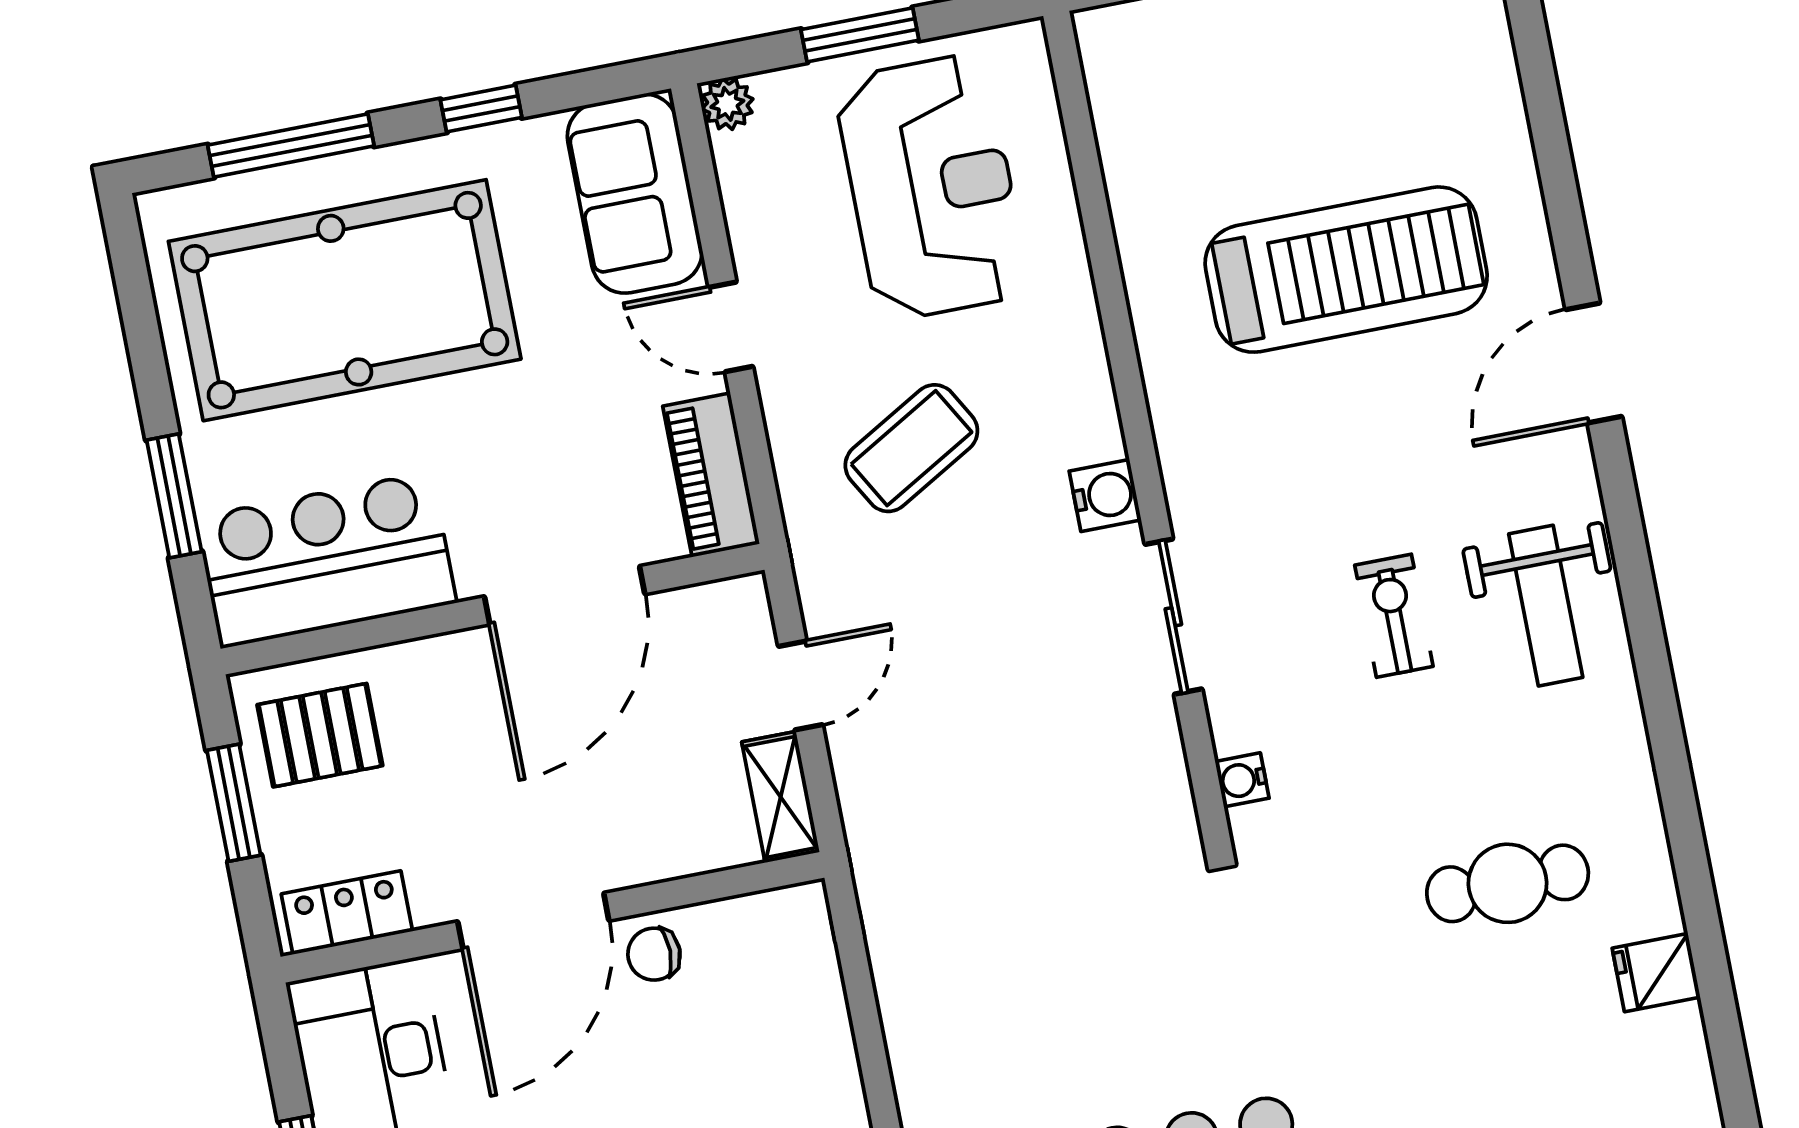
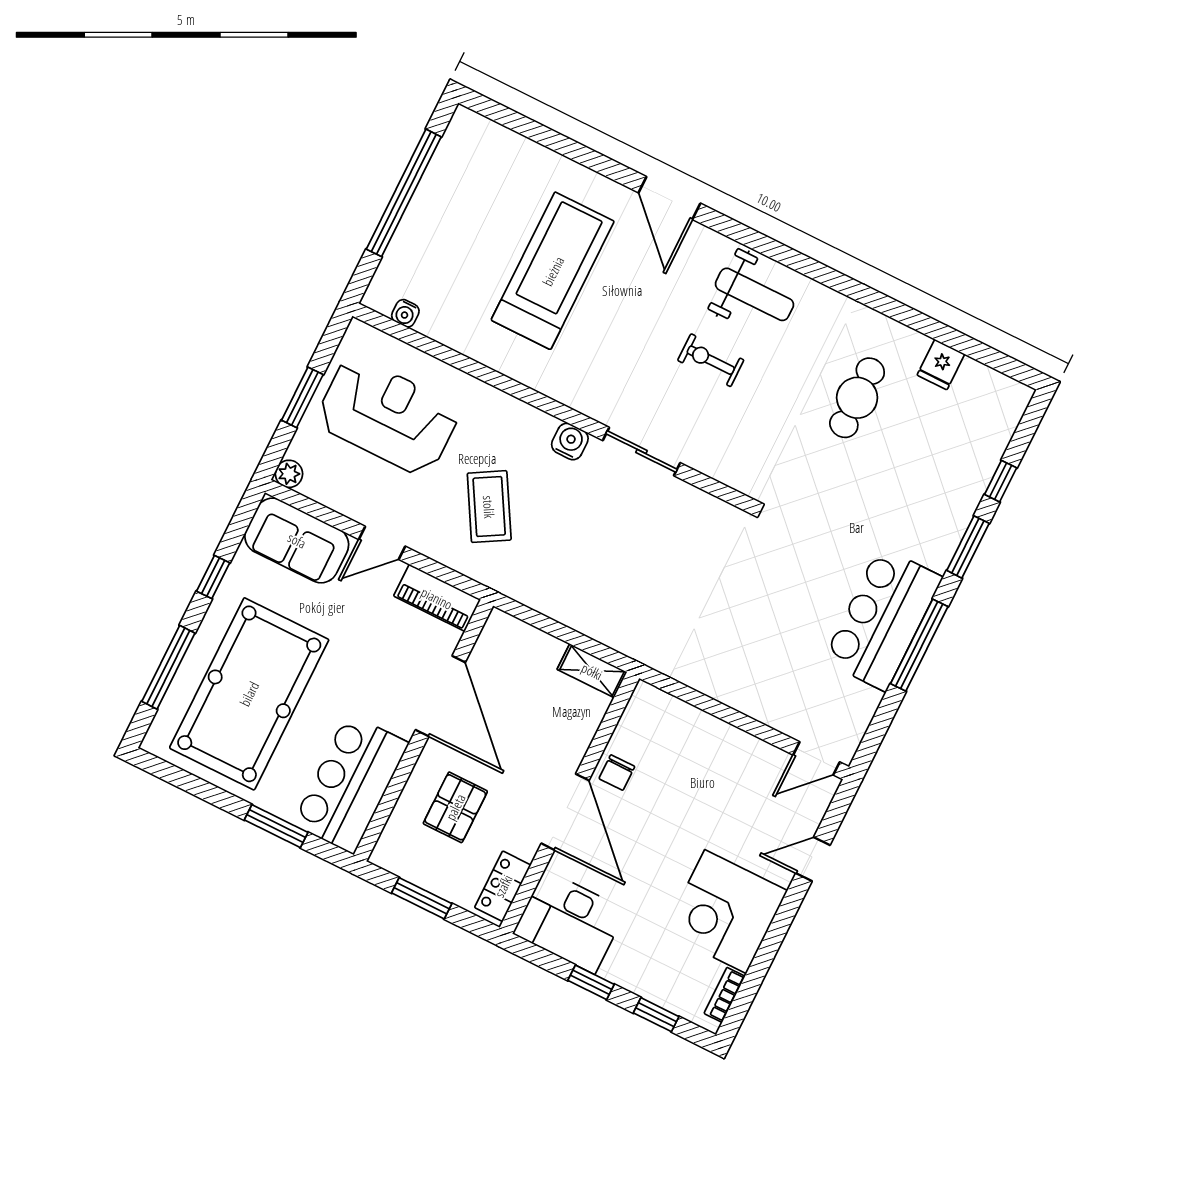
door: (800, 685) -> (552, 627), removed
pallet: (320, 735) -> (455, 807), moved
water cooler: (1242, 780) -> (405, 313), moved

